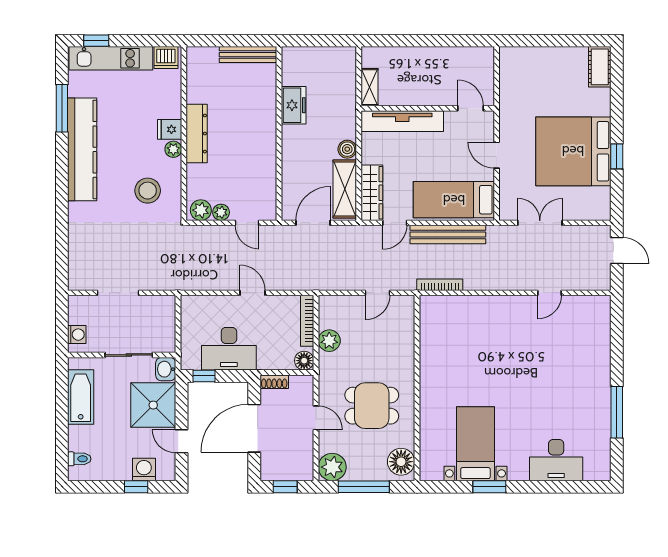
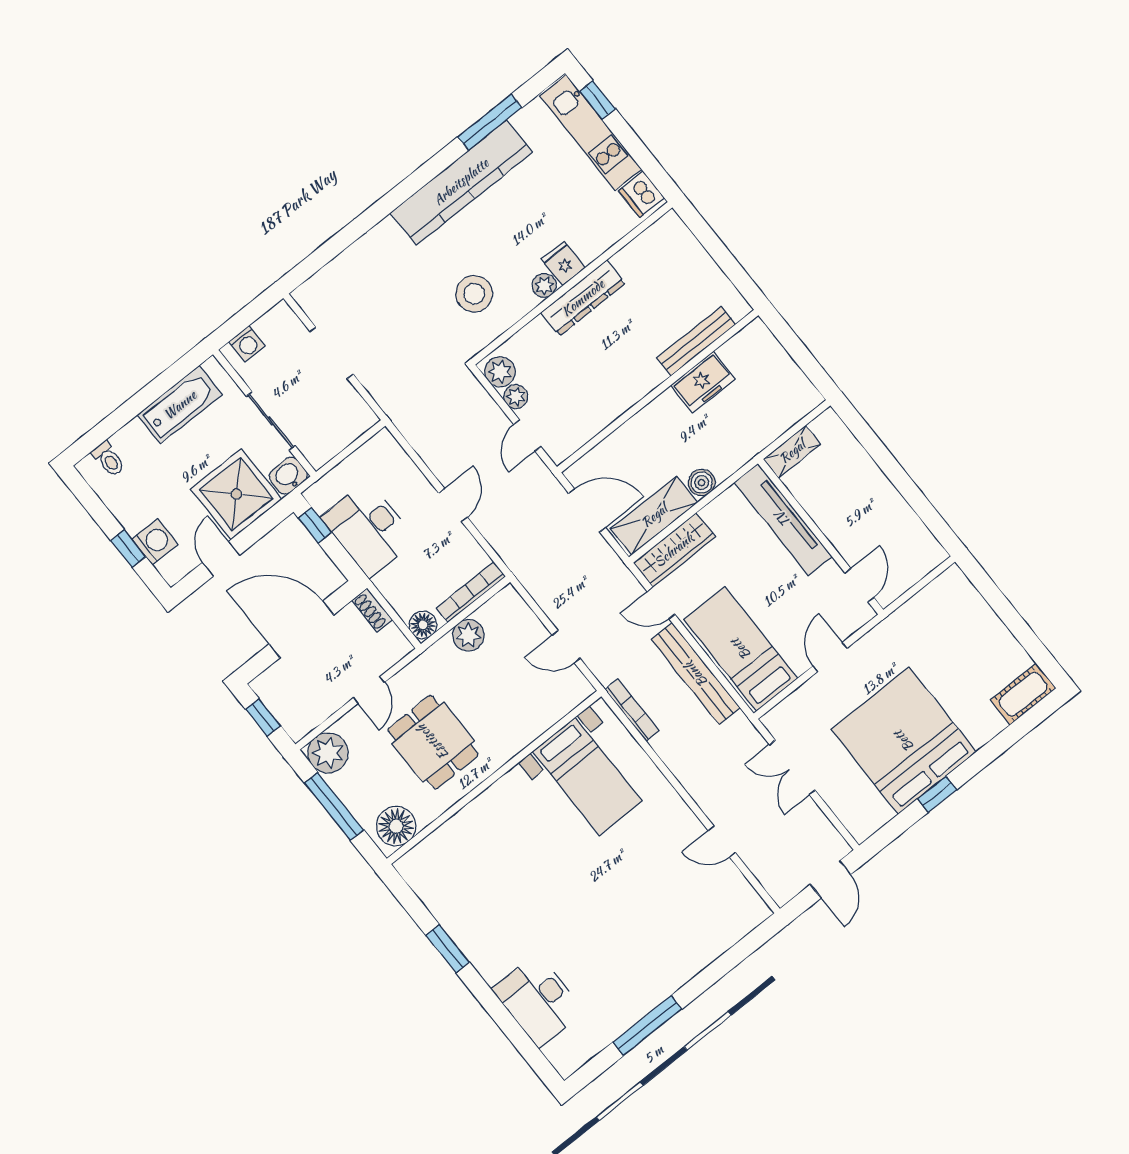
bench: (248, 55) -> (696, 341), moved, turned 90
double door: (540, 223) -> (792, 767), swing flipped
bed with nightstands: (475, 444) -> (587, 776), moved, turned 90

